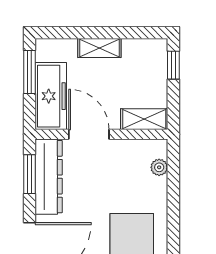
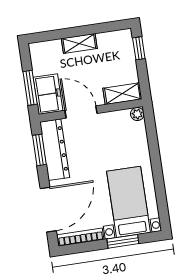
window: (29, 72) -> (30, 88), moved
freezer: (51, 96) -> (48, 94), width x0.71
plant: (159, 167) -> (137, 114), moved

